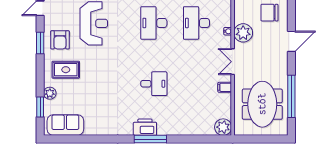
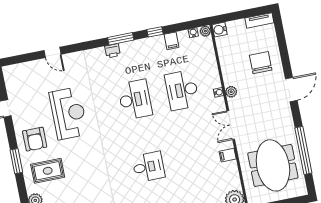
chair: (269, 13) -> (261, 63), turned 90
desk: (154, 23) -> (135, 100), turned 180
plant: (243, 33) -> (231, 92), width x0.53, depth x0.53
window: (40, 43) -> (16, 161), moved

